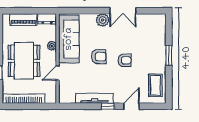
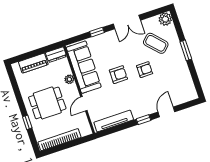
window: (92, 11) -> (97, 32), added
plant: (103, 20) -> (165, 19), moved
dining table: (24, 61) -> (47, 103), width x0.73
coffee table: (155, 85) -> (156, 43), moved, turned -43
tv unit: (94, 98) -> (114, 121), moved

